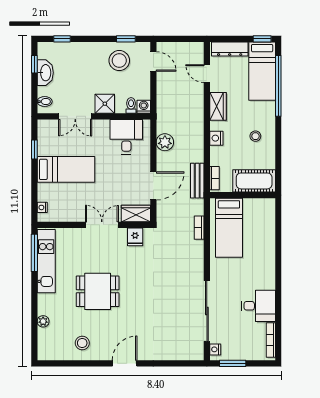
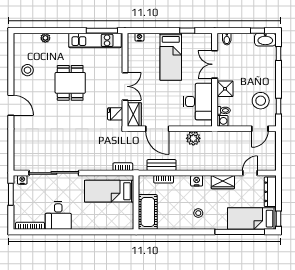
washbasin: (45, 73) -> (265, 40), moved
desk: (126, 137) -> (198, 102), width x1.37
cot: (254, 181) -> (148, 212), moved
wall: (243, 195) -> (136, 202), moved
bed: (229, 228) -> (109, 191), moved

